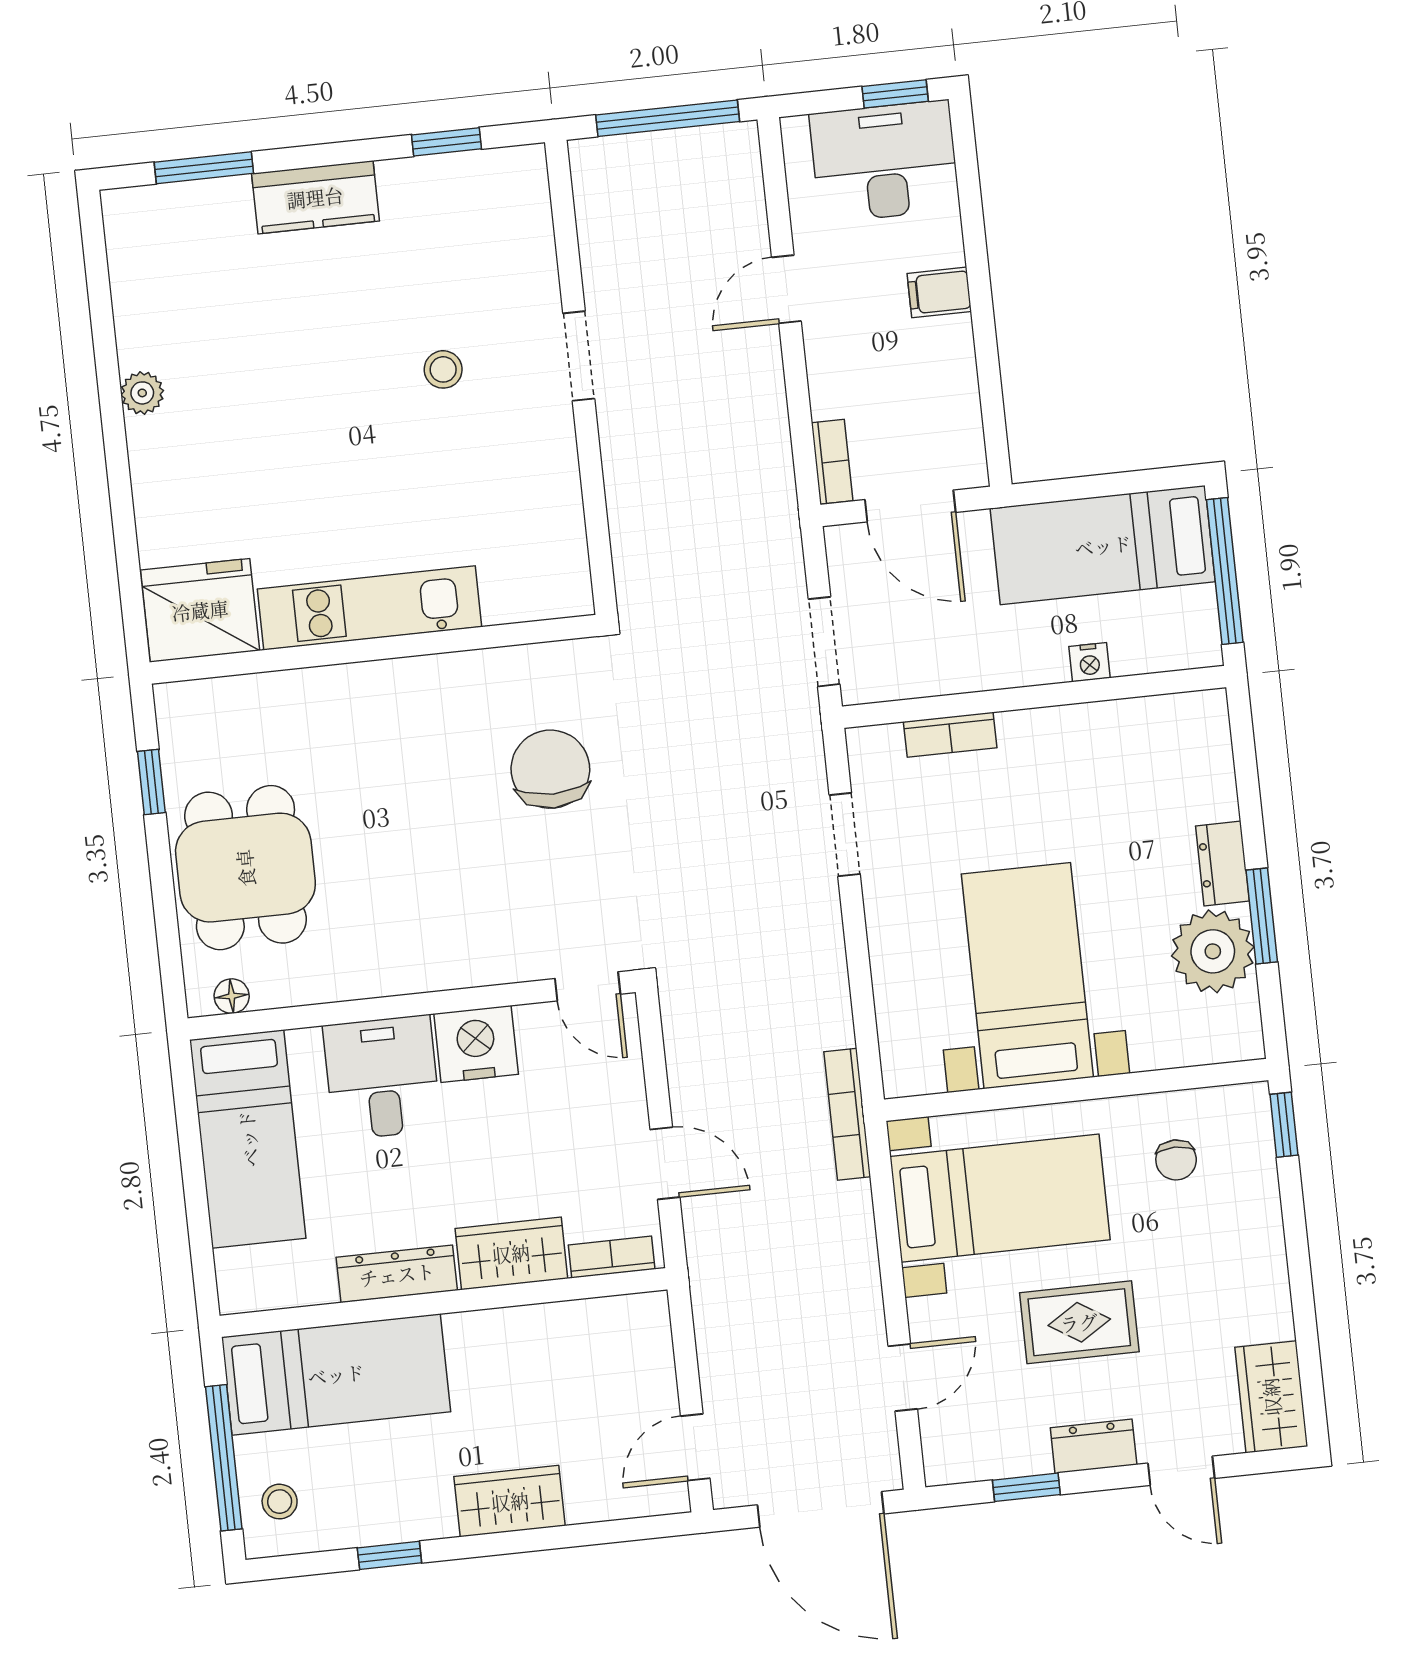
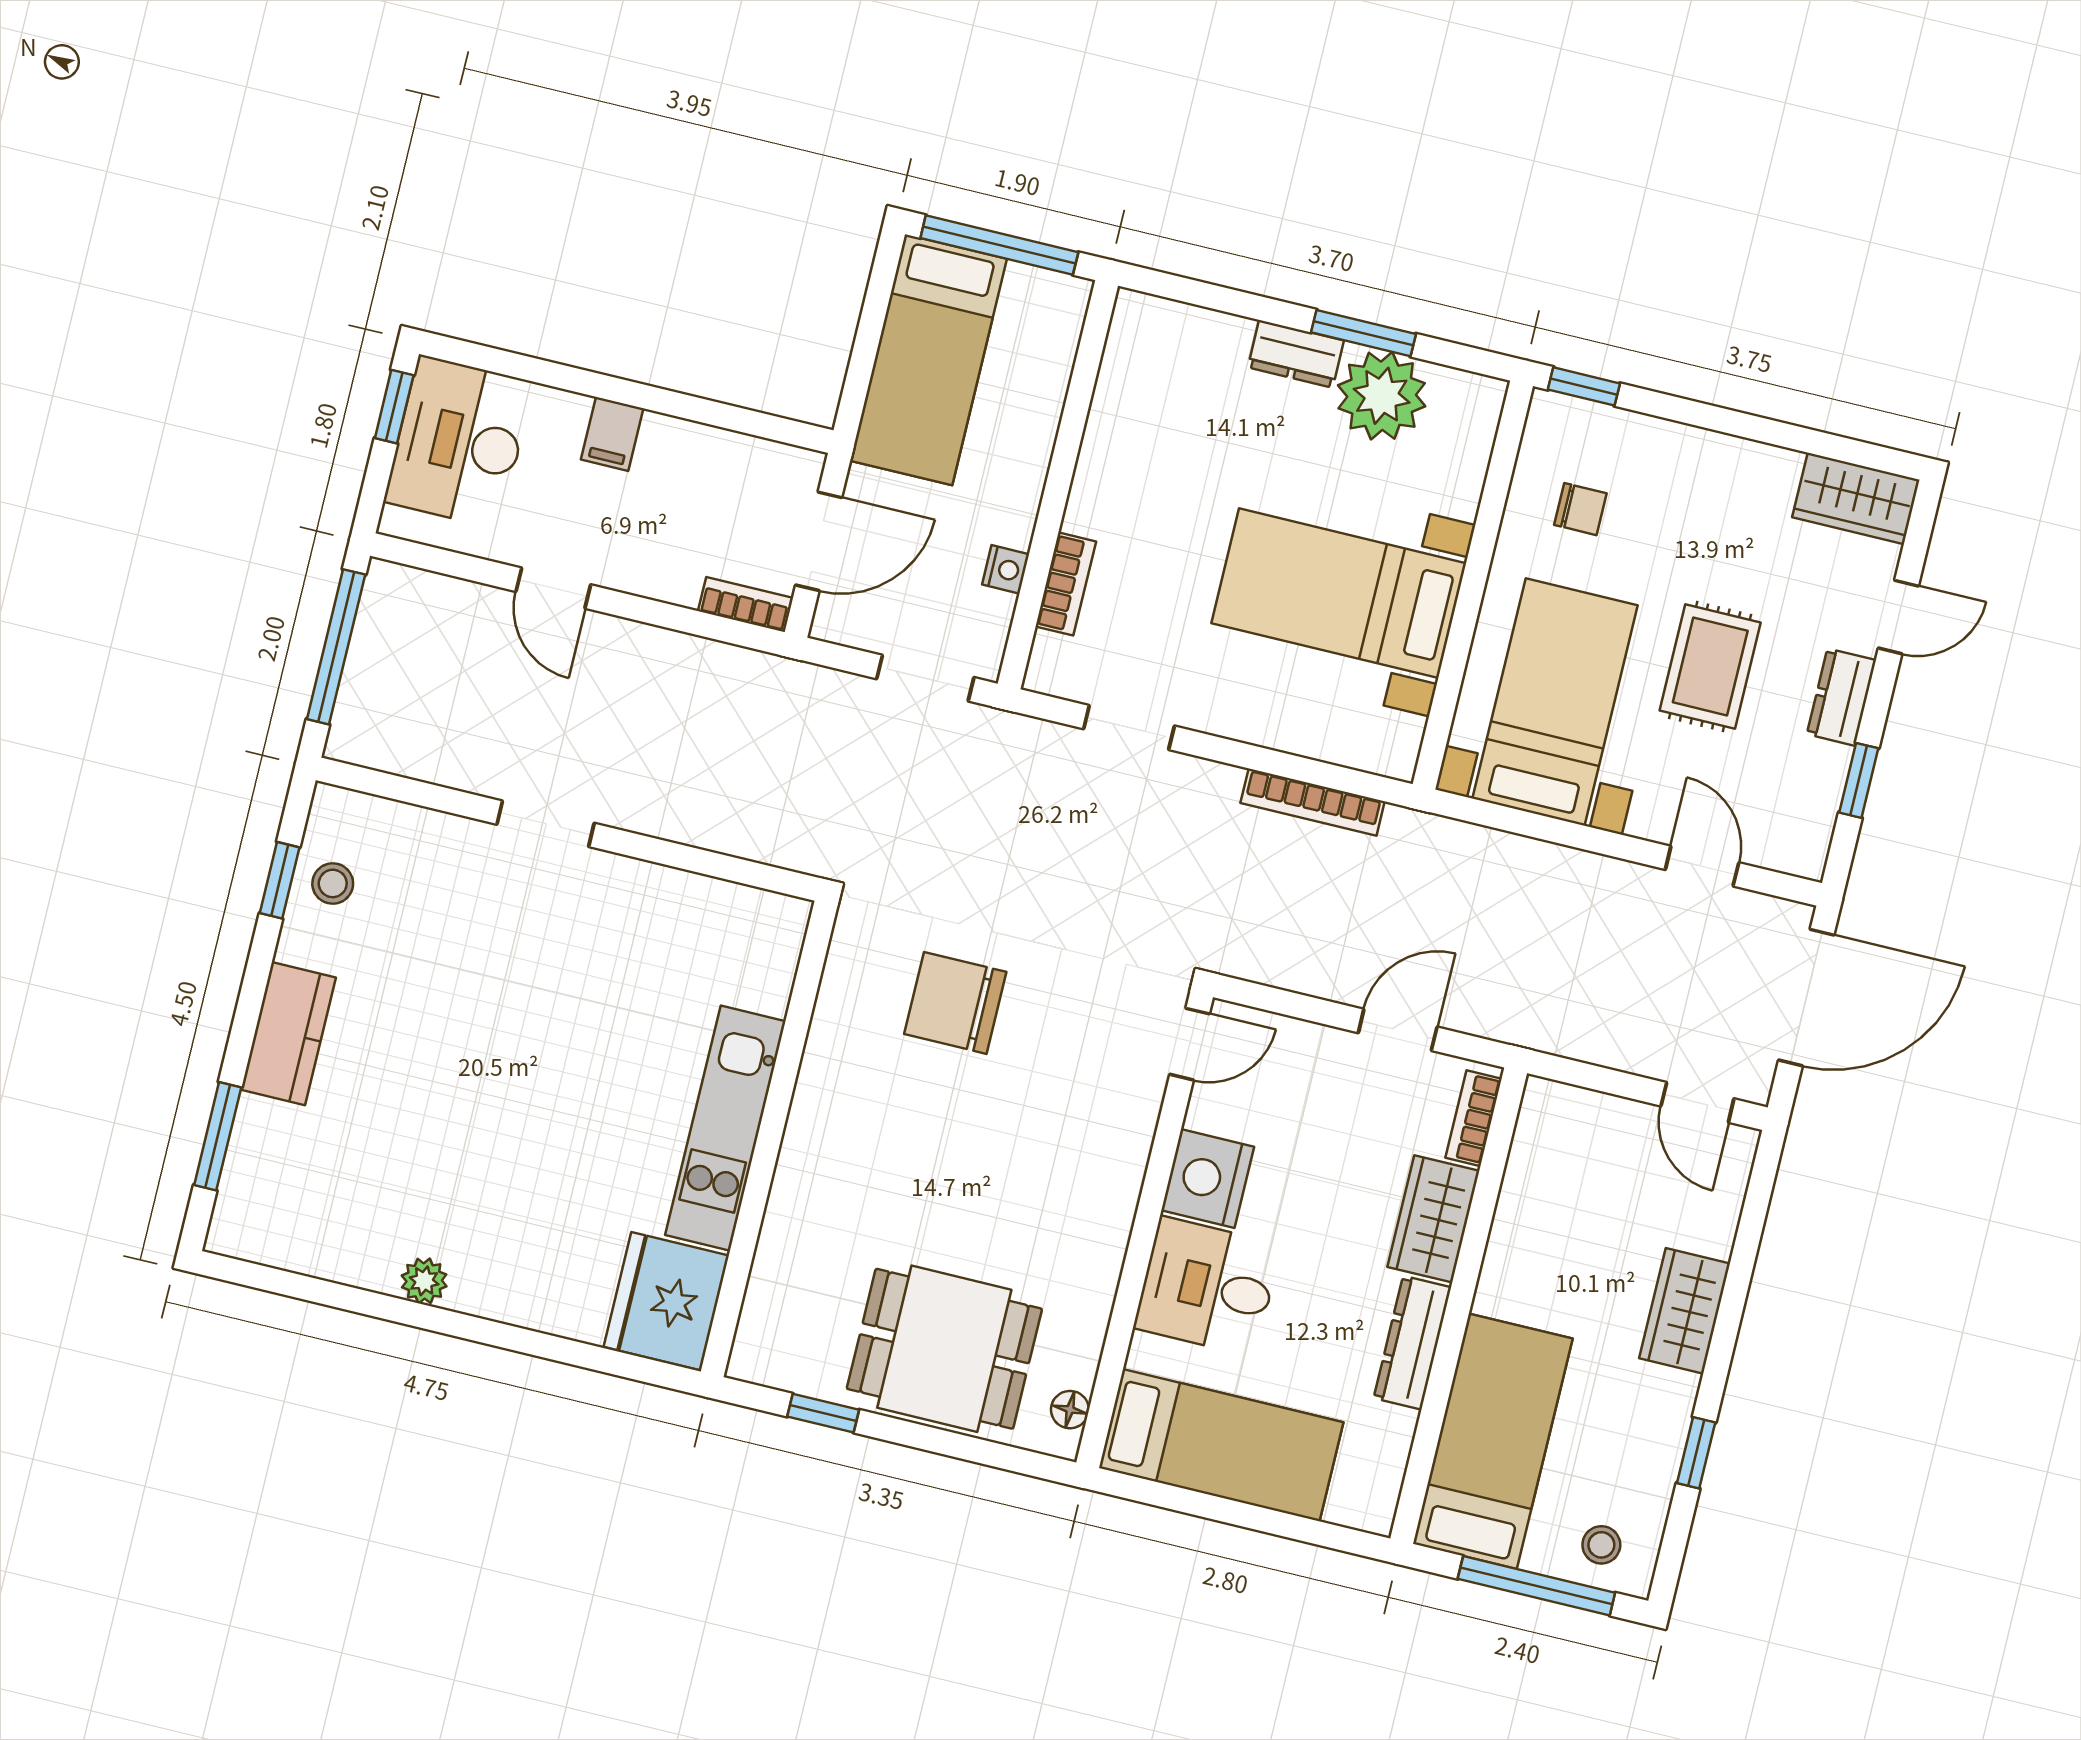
stool: (443, 369) -> (333, 883), moved
nightstand: (1089, 662) -> (1006, 569), moved
bookcase: (847, 1114) -> (1313, 802), moved

